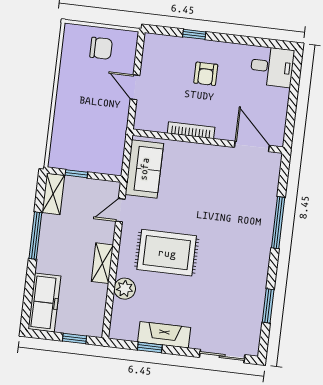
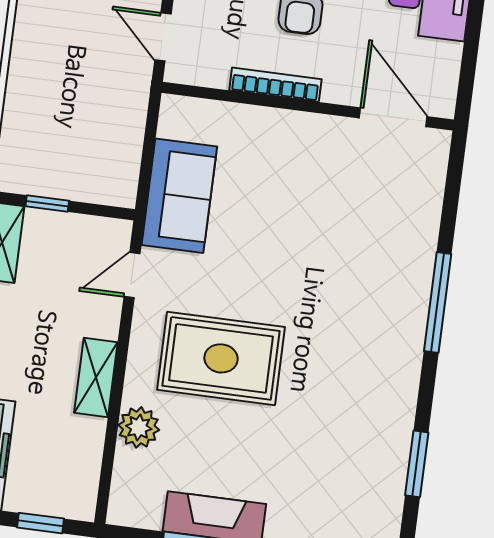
bookcase: (191, 130) -> (275, 85), moved
wall: (208, 141) -> (308, 106), moved
door: (252, 146) -> (393, 117), moved

